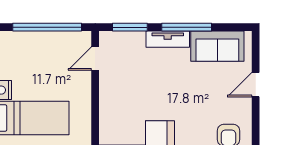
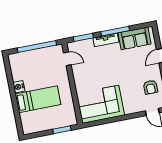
door: (95, 59) -> (67, 59), swing flipped

